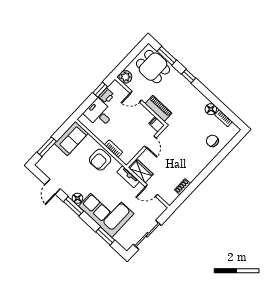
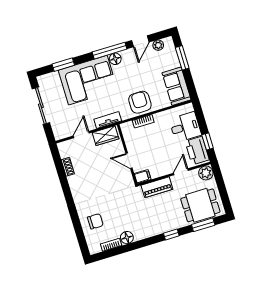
printer: (106, 96) -> (197, 151), width x1.87, depth x1.48
plant: (48, 171) -> (158, 45), added
door: (53, 187) -> (140, 41), swing flipped
window: (74, 206) -> (110, 51), width x1.44

